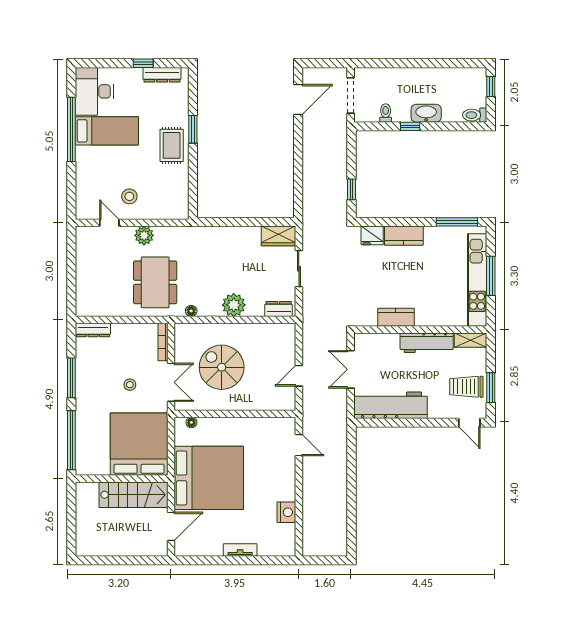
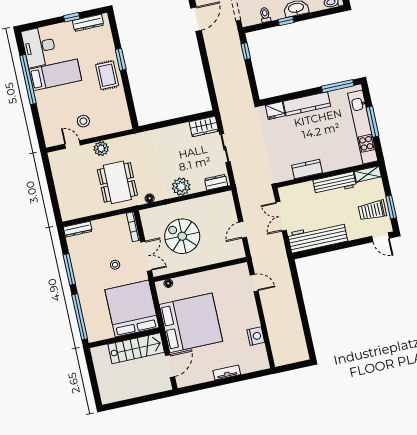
window: (352, 189) -> (246, 51), moved
kitchen counter: (404, 236) -> (307, 104), width x1.50

